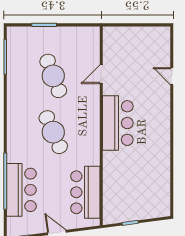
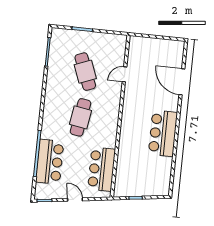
door: (172, 76) -> (182, 82), width x1.88
bar counter: (118, 123) -> (163, 133), moved, turned 180
cafe table: (53, 132) -> (81, 117), turned 33

